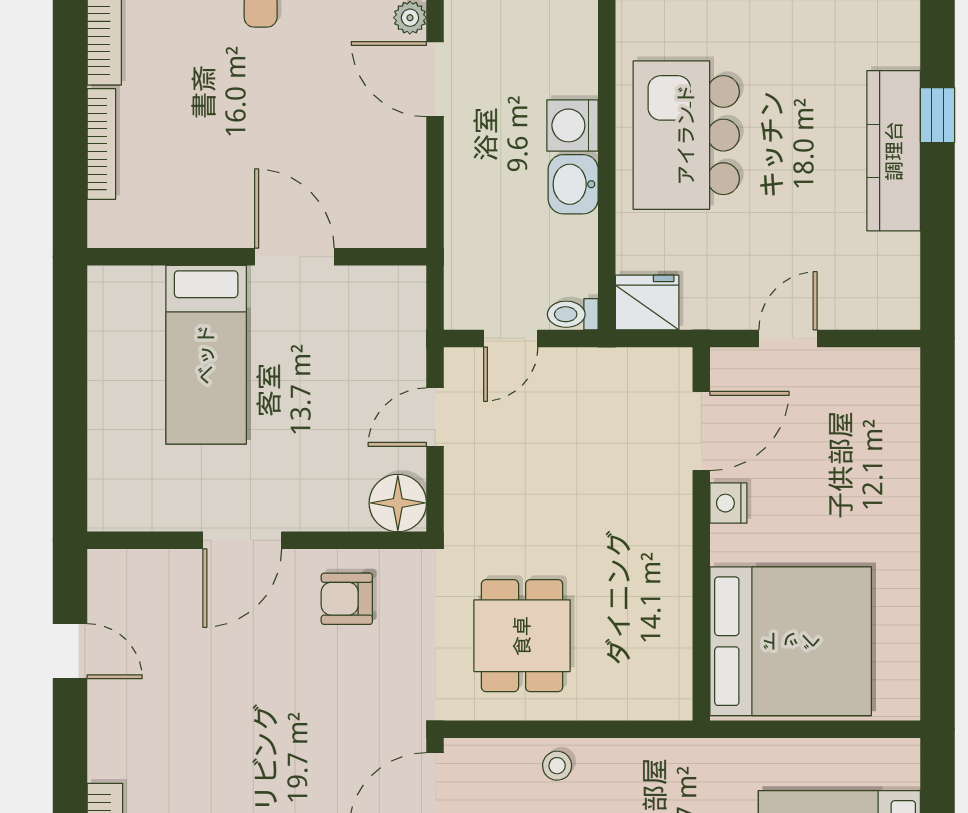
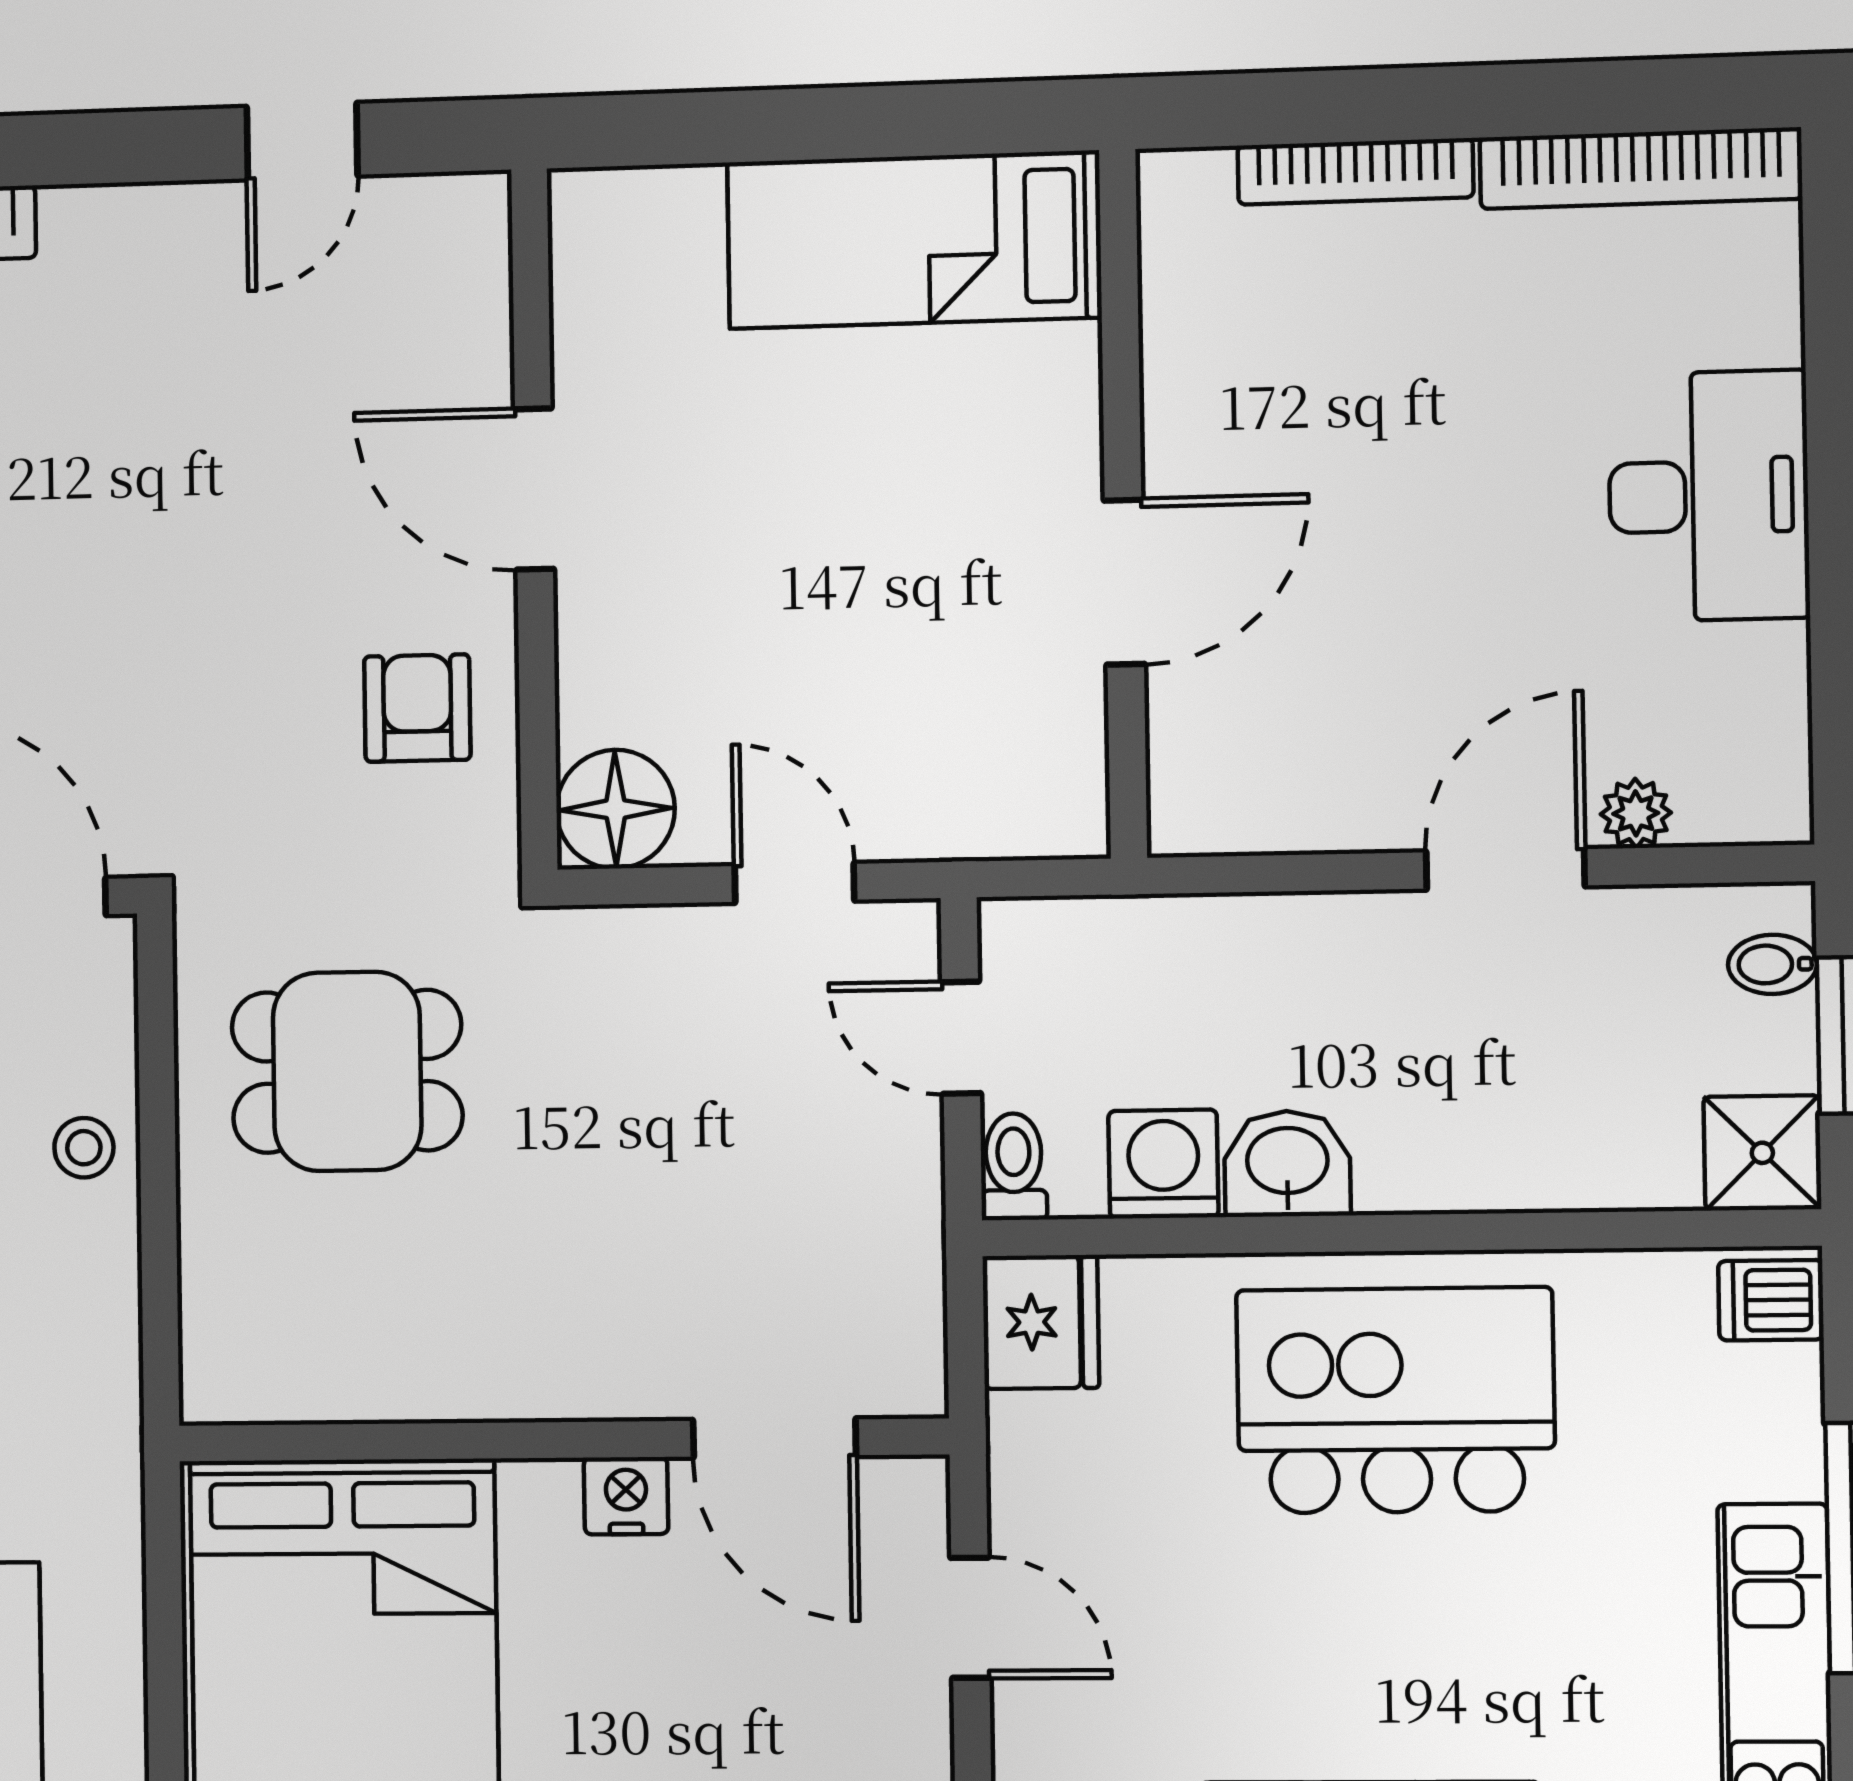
washing machine: (573, 125) -> (1163, 1164), moved
bed: (206, 355) -> (914, 240), moved

